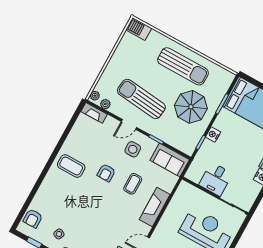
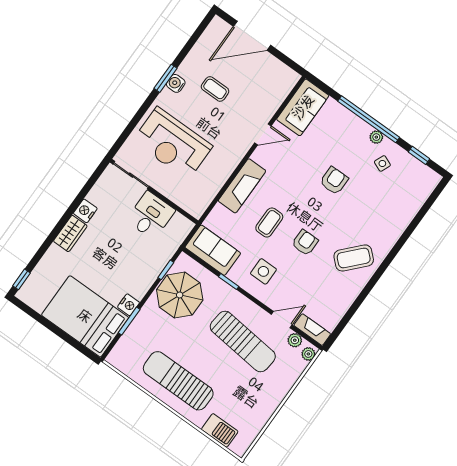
barbecue: (139, 29) -> (220, 430), moved
parasol: (191, 107) -> (180, 295), moved
door: (129, 124) -> (282, 320), moved
nightstand: (213, 135) -> (129, 305), moved
coffee table: (71, 166) -> (354, 258), turned -47
armchair: (33, 218) -> (334, 181), moved

